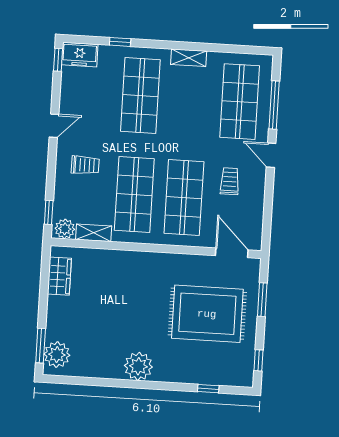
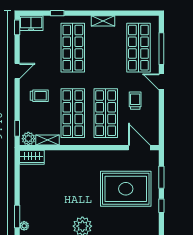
wardrobe: (59, 276) -> (32, 157), moved, turned 90
plant: (57, 355) -> (24, 226), width x0.53, depth x0.53
window: (259, 360) -> (161, 206), moved

